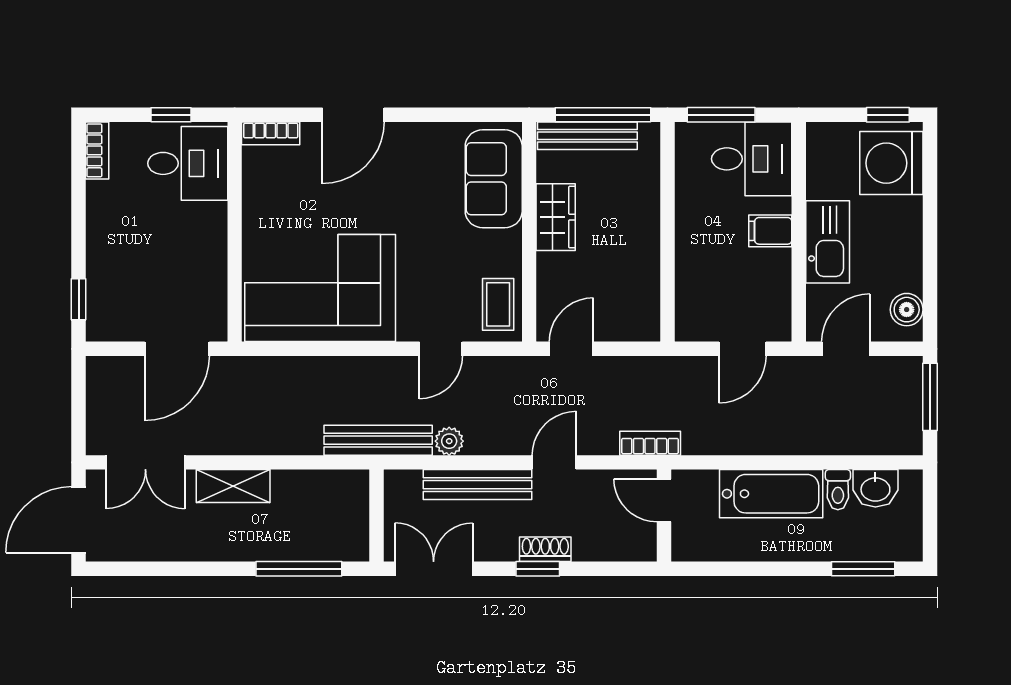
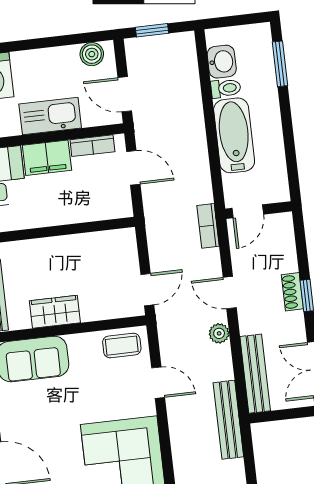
filing cabinet: (770, 231) -> (47, 158), width x2.00
bookcase: (780, 296) -> (92, 146), added
door: (571, 349) -> (147, 290), swing flipped
window: (930, 397) -> (152, 30), width x0.67
plant: (449, 441) -> (219, 333), moved
bench: (477, 485) -> (255, 374), moved

